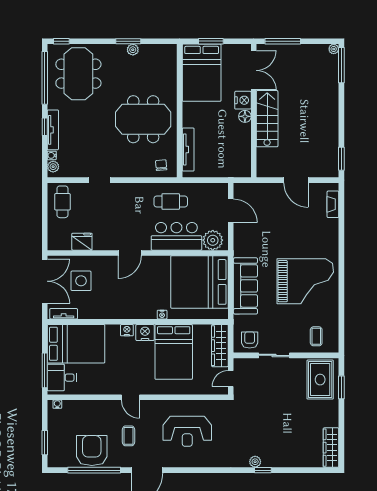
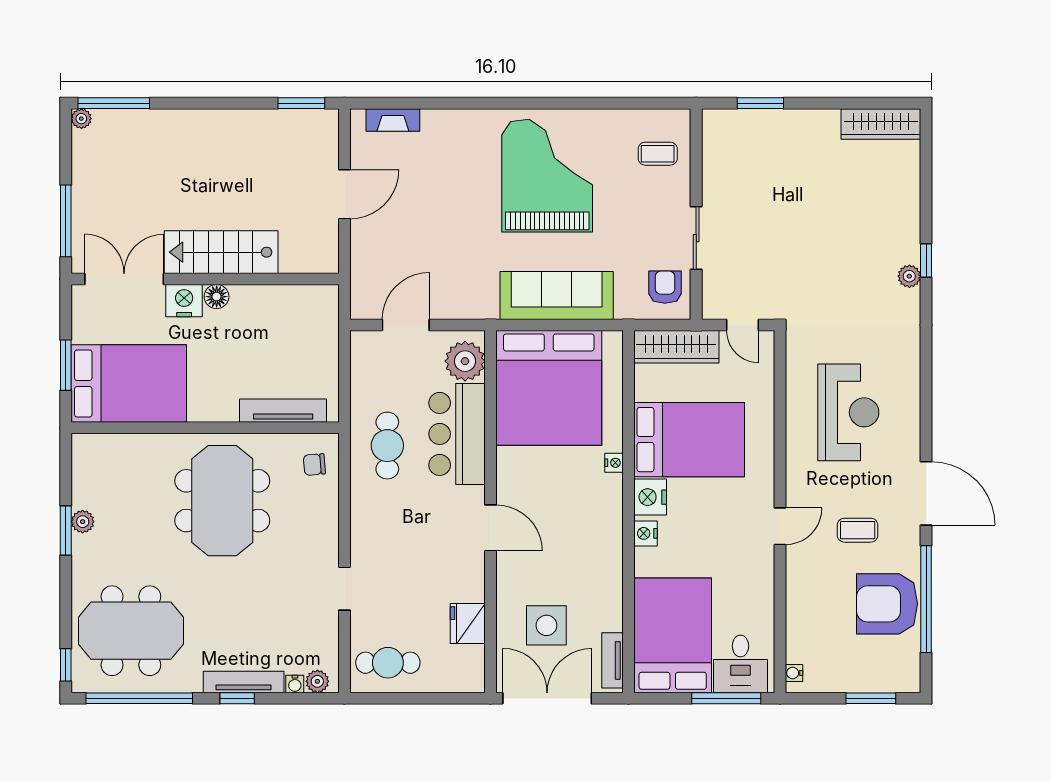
armchair: (250, 340) -> (665, 287), turned 90
rug: (320, 380) -> (744, 146), removed

